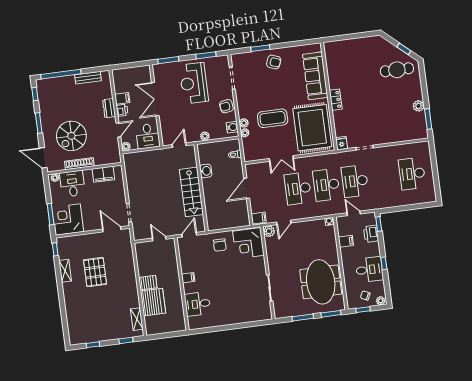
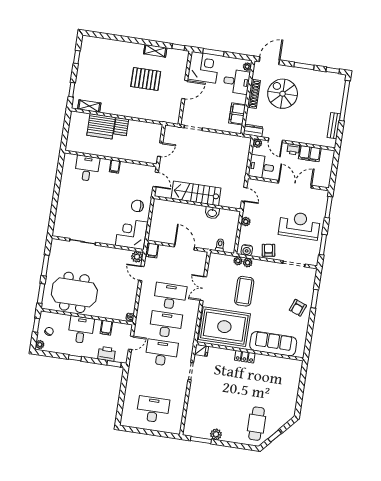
filing cabinet: (122, 98) -> (310, 154), width x2.00
dresser: (109, 108) -> (253, 131), moved
door: (112, 229) -> (185, 90), moved
desk: (369, 270) -> (81, 330), moved, turned 180

